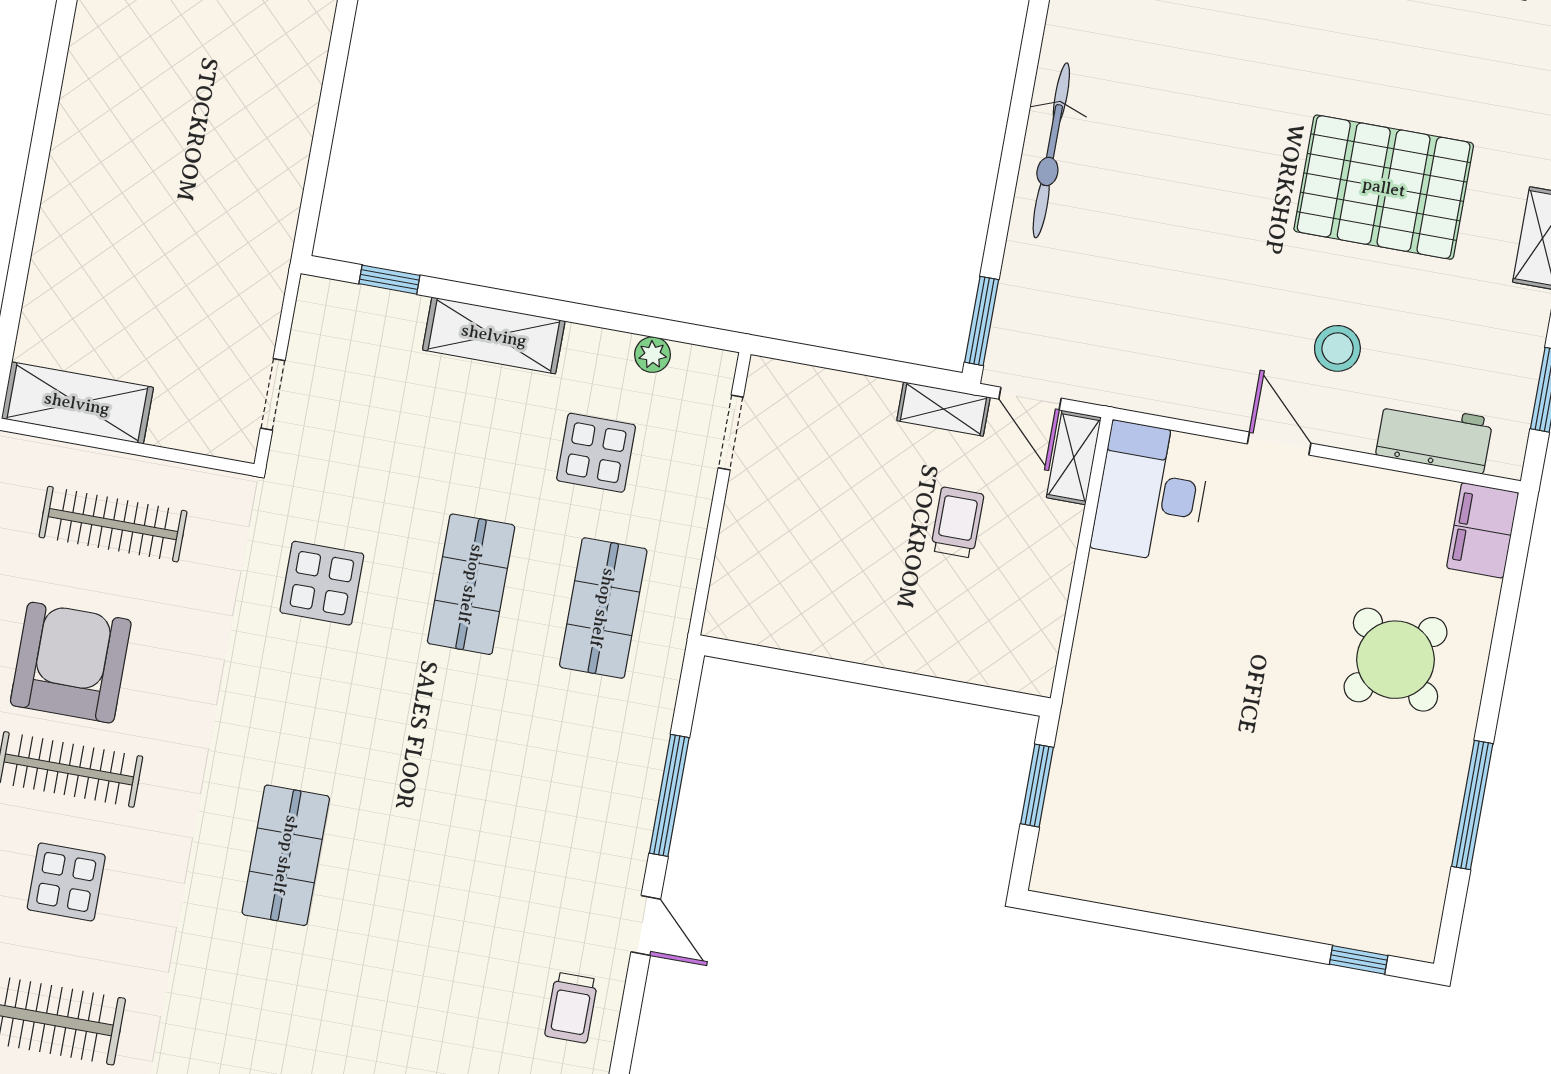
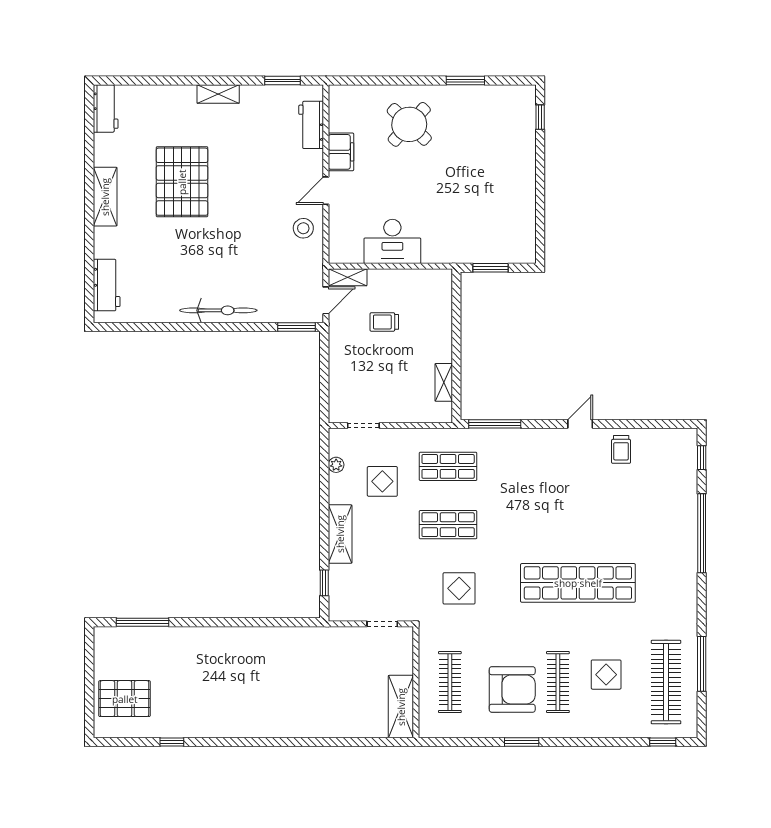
pallet: (1384, 187) -> (182, 182), moved
stool: (1337, 348) -> (303, 228), moved
shelving: (943, 409) -> (444, 382), moved
desk: (1151, 493) -> (392, 241), moved
filing cabinet: (1483, 530) -> (341, 152), moved, turned -90
armchair: (71, 663) -> (512, 689), turned 180
window: (669, 795) -> (495, 424), moved
window: (1472, 805) -> (465, 80), width x0.69
shop shelf: (286, 855) -> (578, 583), width x2.00, depth x1.36
trolley: (571, 1008) -> (621, 449), turned 90

